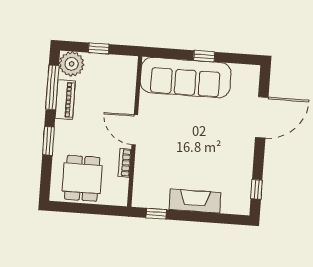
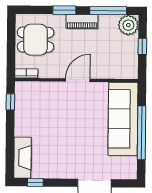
window: (204, 56) -> (141, 133), width x3.17
piano: (65, 100) -> (82, 22), moved
bookcase: (125, 163) -> (26, 73), moved
fireplace: (195, 201) -> (22, 158), moved

